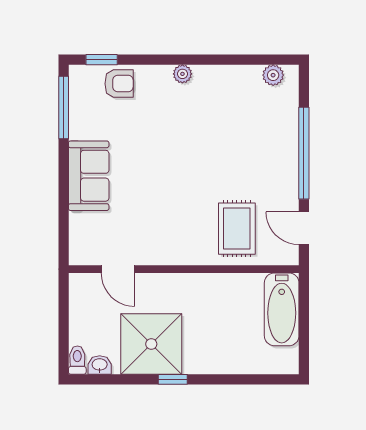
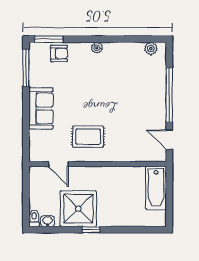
window: (102, 60) -> (49, 39), width x1.50
rug: (237, 229) -> (88, 137), moved, turned 90

